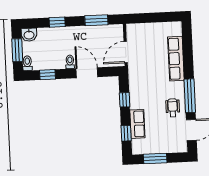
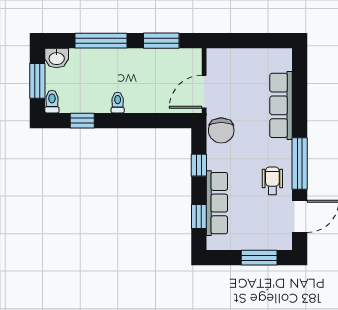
window: (57, 22) -> (101, 41), width x2.17
door: (87, 73) -> (143, 121), removed
chair: (138, 77) -> (221, 130), added
row of seats: (137, 124) -> (217, 203), width x1.48
window: (155, 159) -> (259, 258), moved

